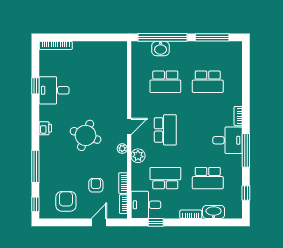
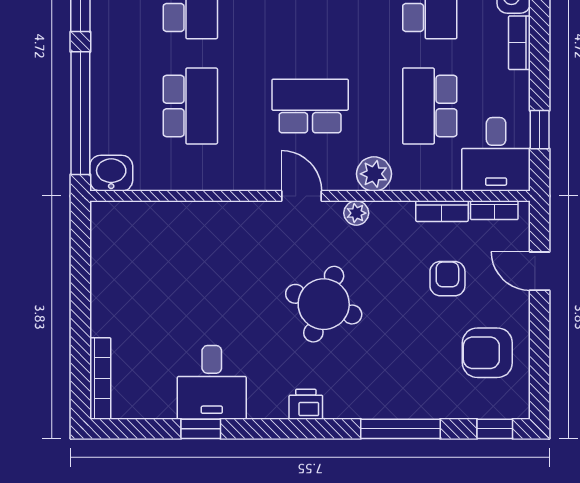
washbasin: (161, 49) -> (111, 173), moved, turned -90
armchair: (96, 185) -> (447, 279), turned 90

